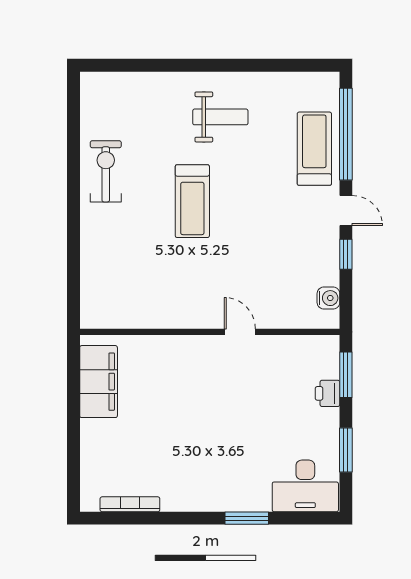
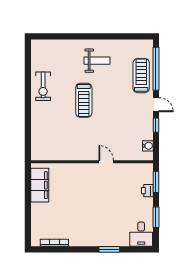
exercise bike: (106, 171) -> (43, 86), turned 180
desk: (305, 486) -> (141, 234), width x0.73

